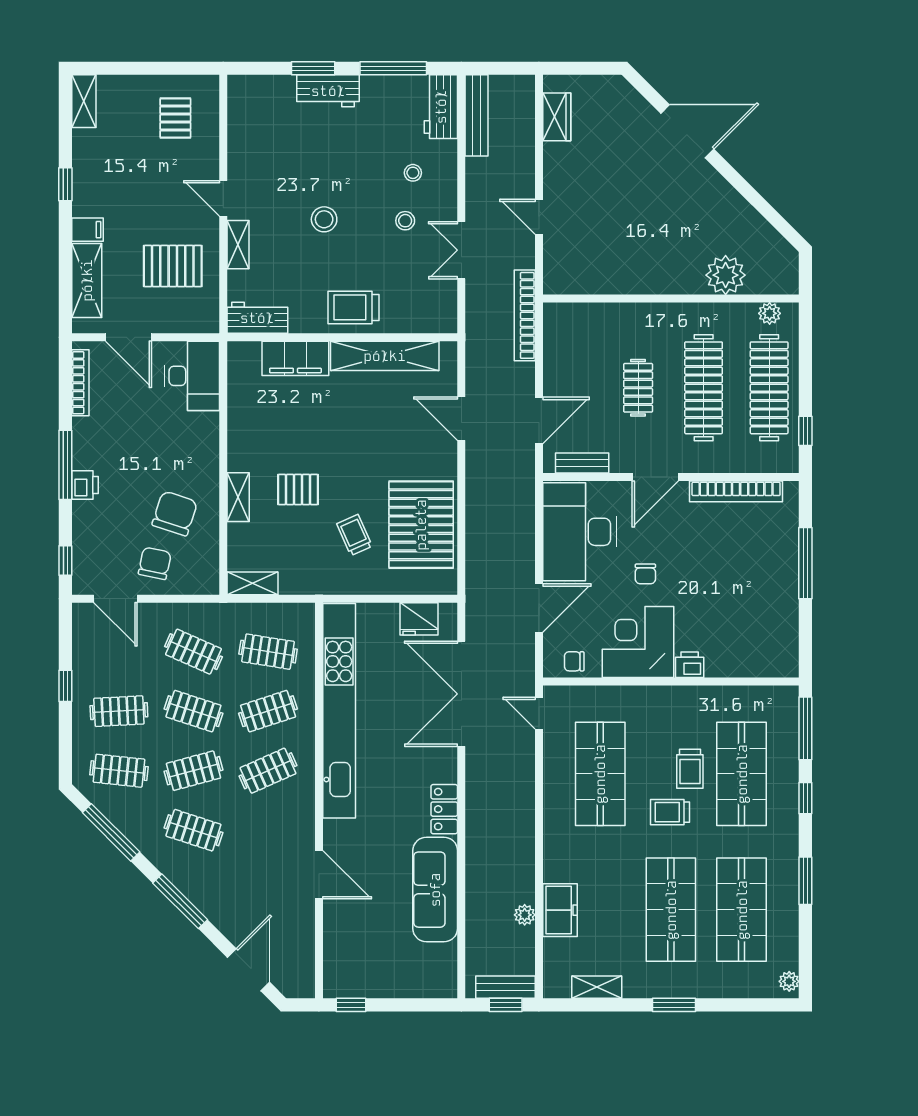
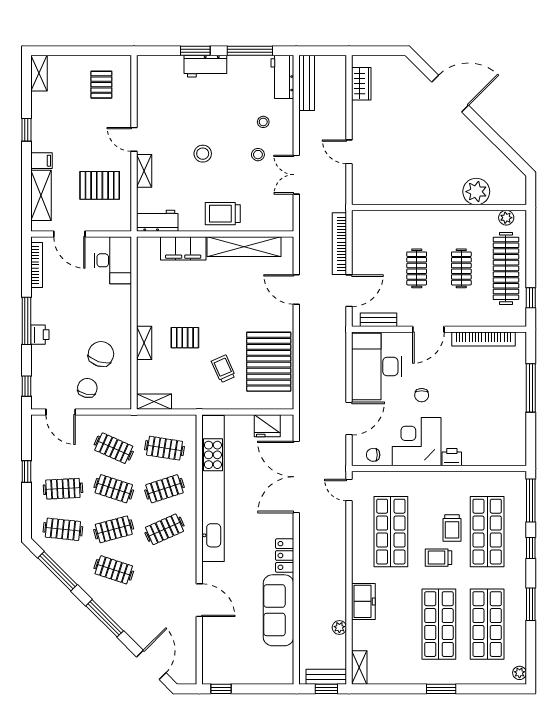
bookcase: (525, 315) -> (339, 244), moved
clothes rail: (704, 388) -> (461, 268), width x0.54, depth x0.76
freezer: (560, 910) -> (363, 601), moved
shelving: (597, 987) -> (359, 667), moved, turned 90

